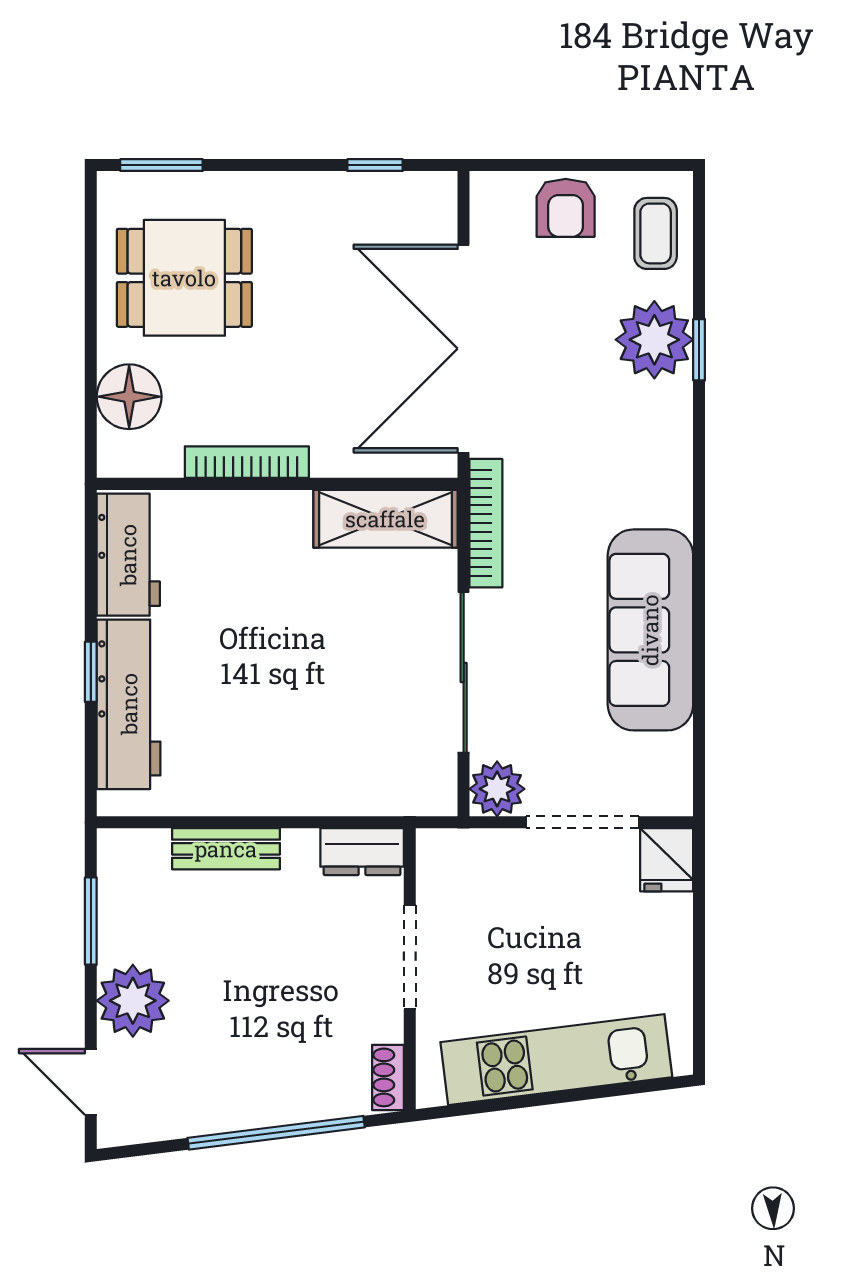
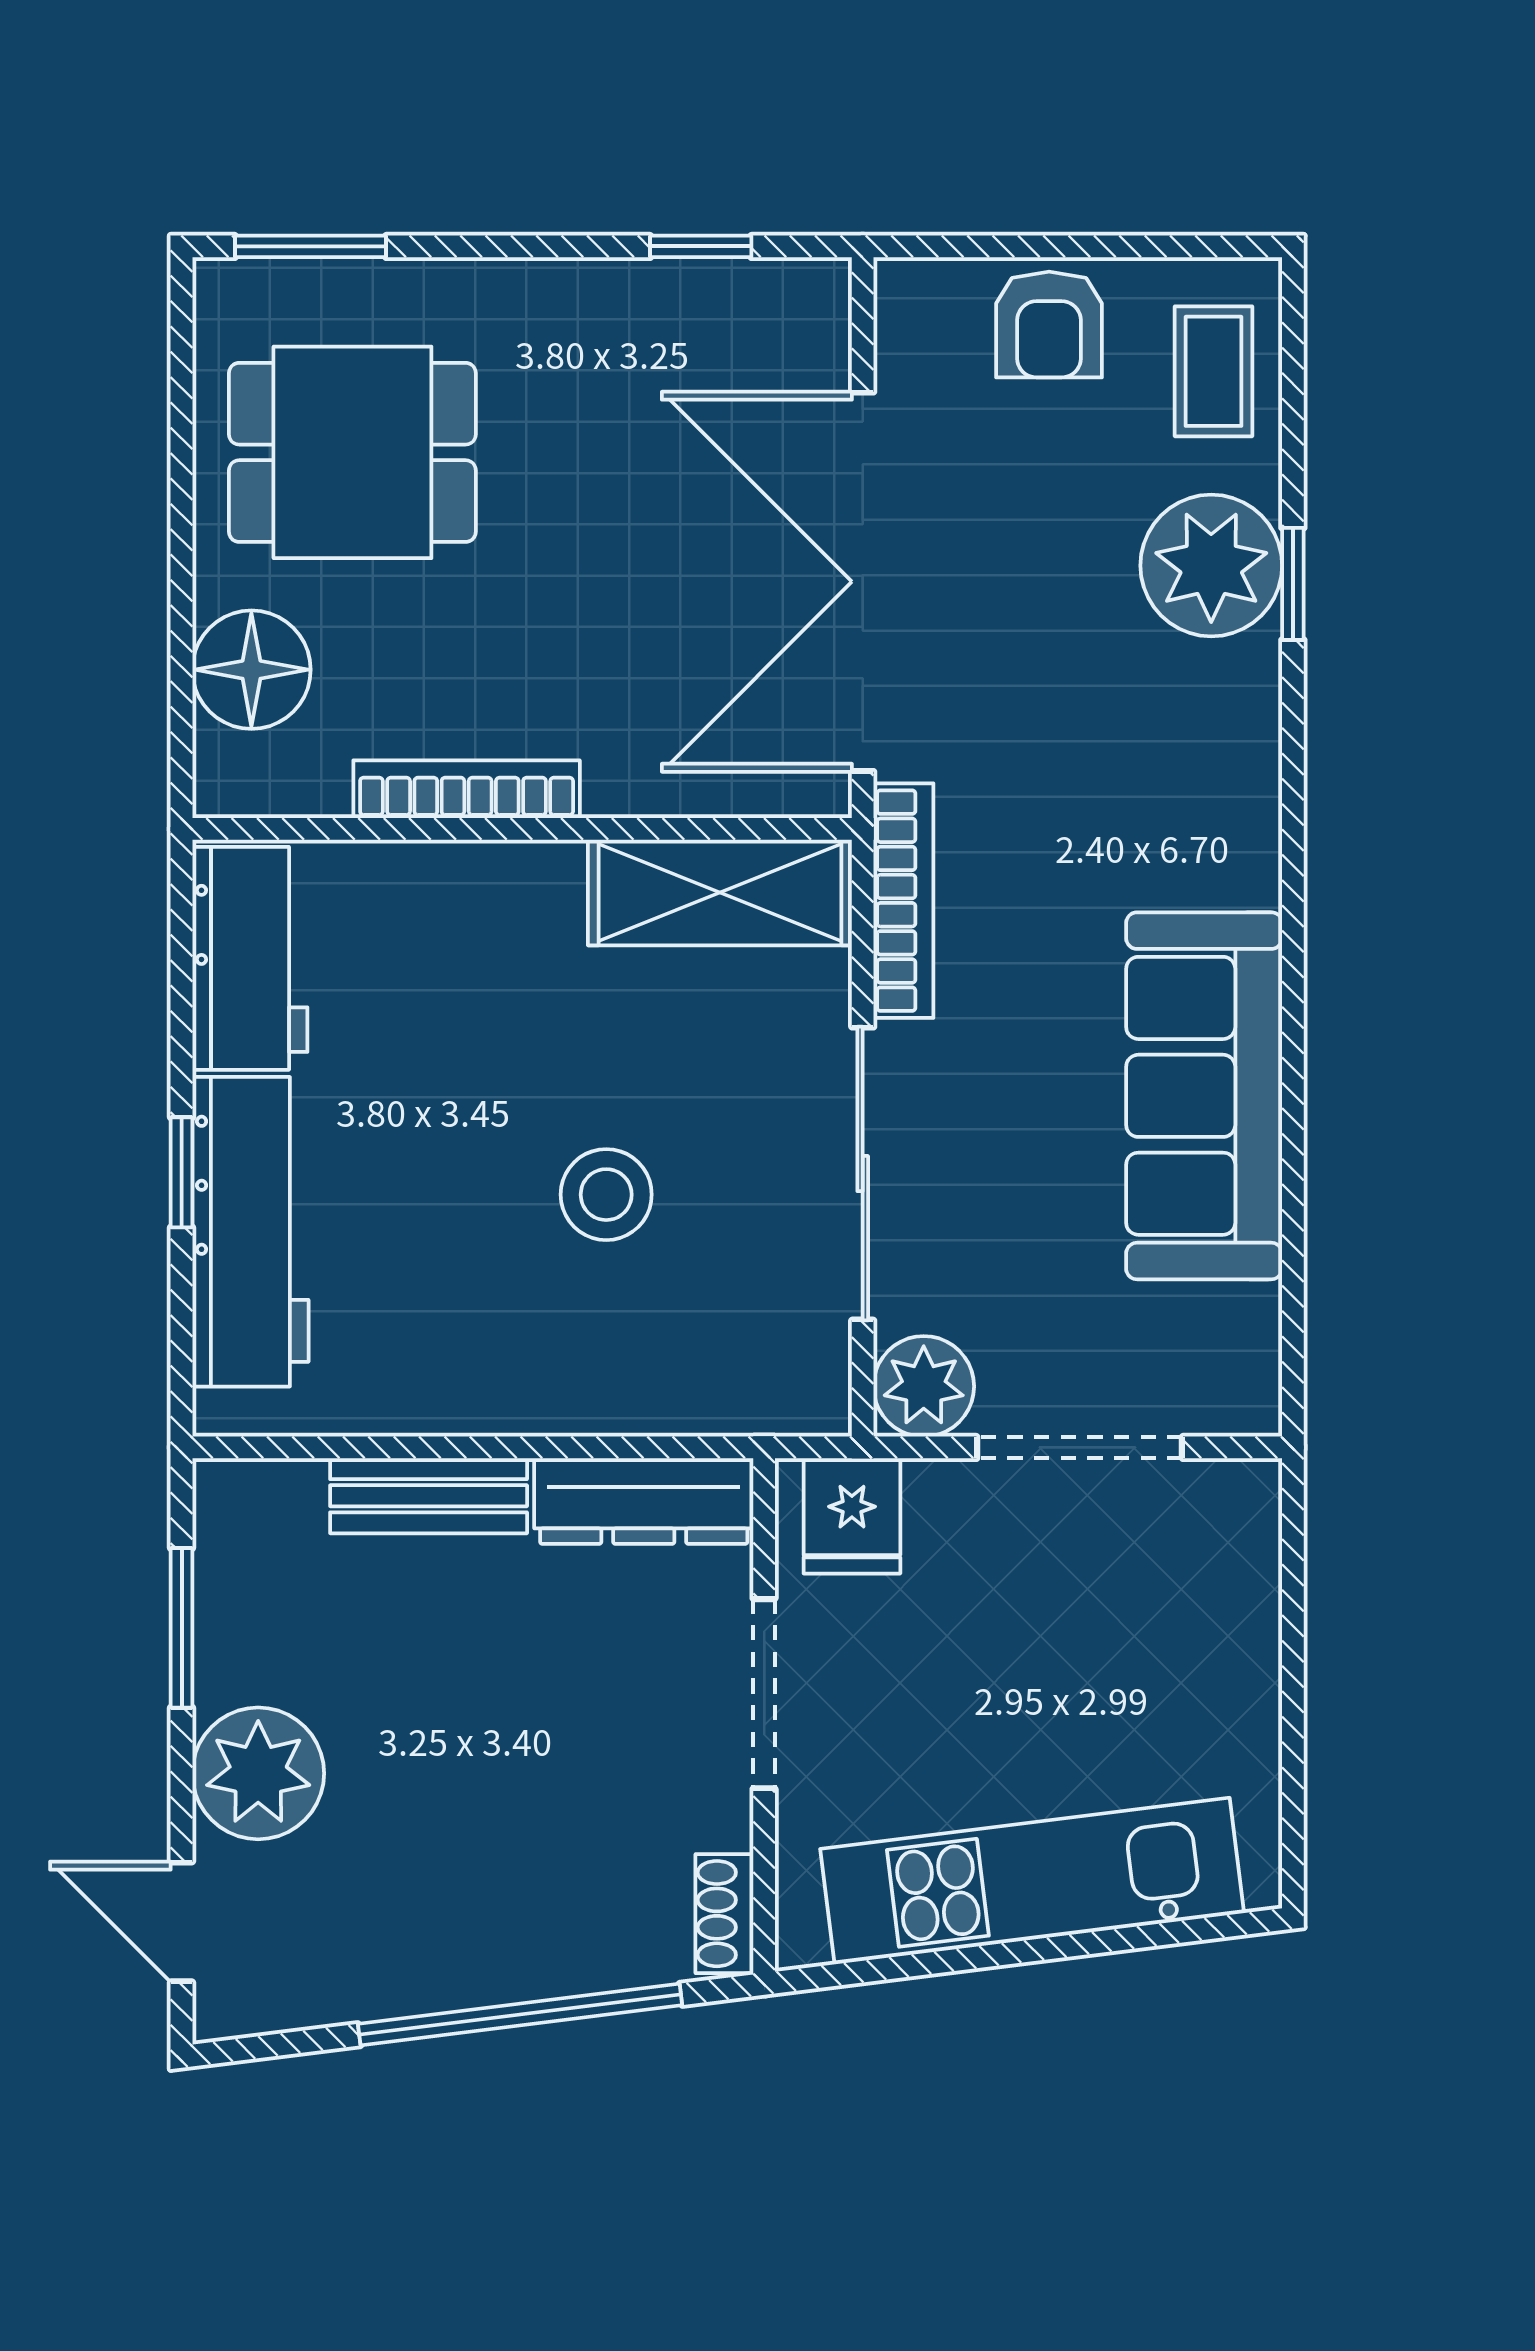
stool: (323, 684) -> (606, 1195), added
dresser: (362, 852) -> (644, 1501), width x1.44
fridge: (667, 860) -> (852, 1516), moved

